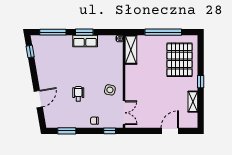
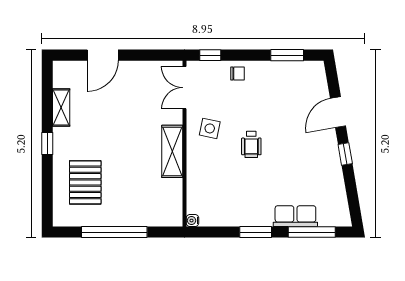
row of seats: (85, 41) -> (295, 216), moved
shelving: (131, 50) -> (172, 151), moved
window: (30, 51) -> (345, 154), moved
pallet: (180, 60) -> (85, 182), width x0.73, depth x0.71
wheelchair: (78, 94) -> (251, 144), moved

